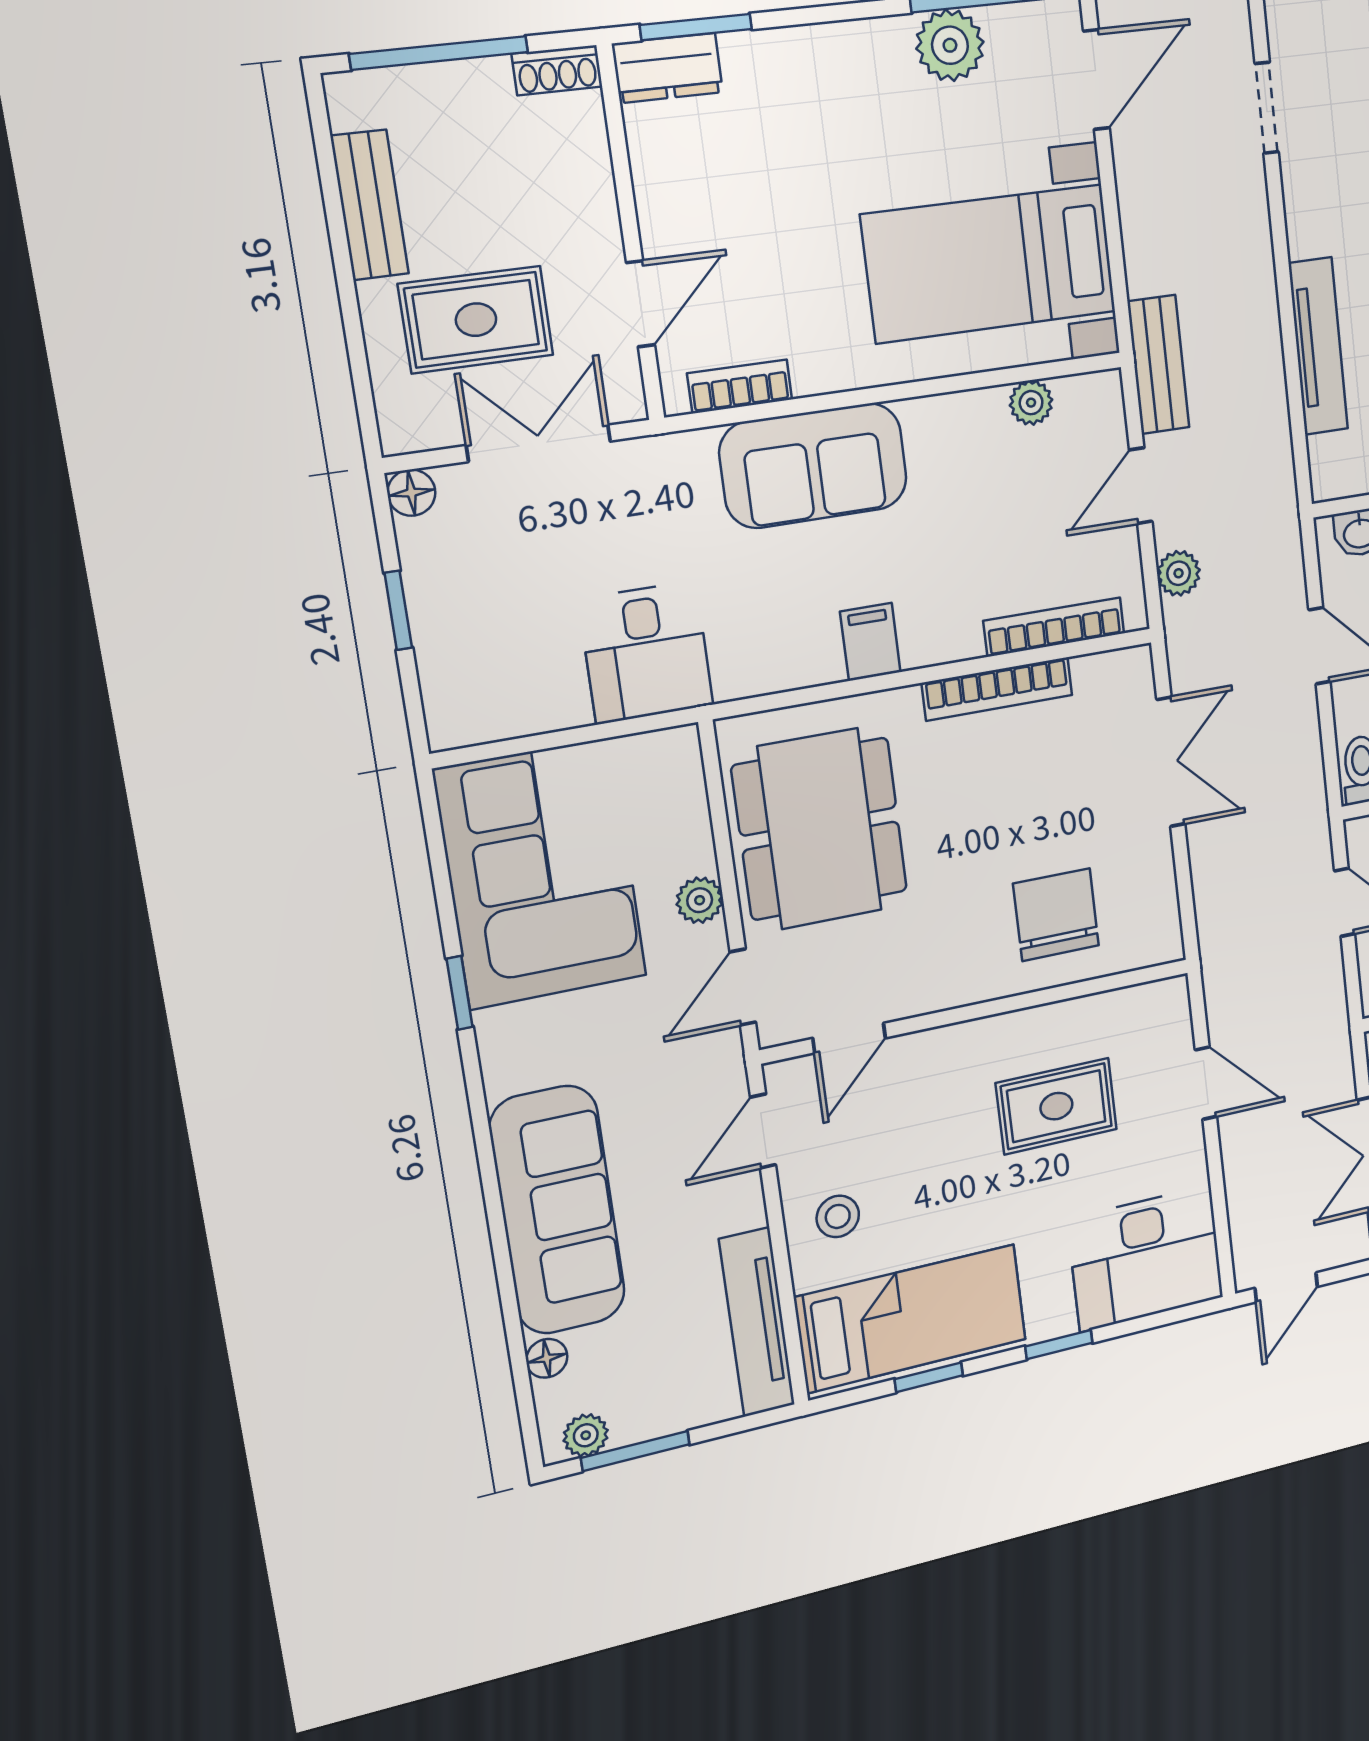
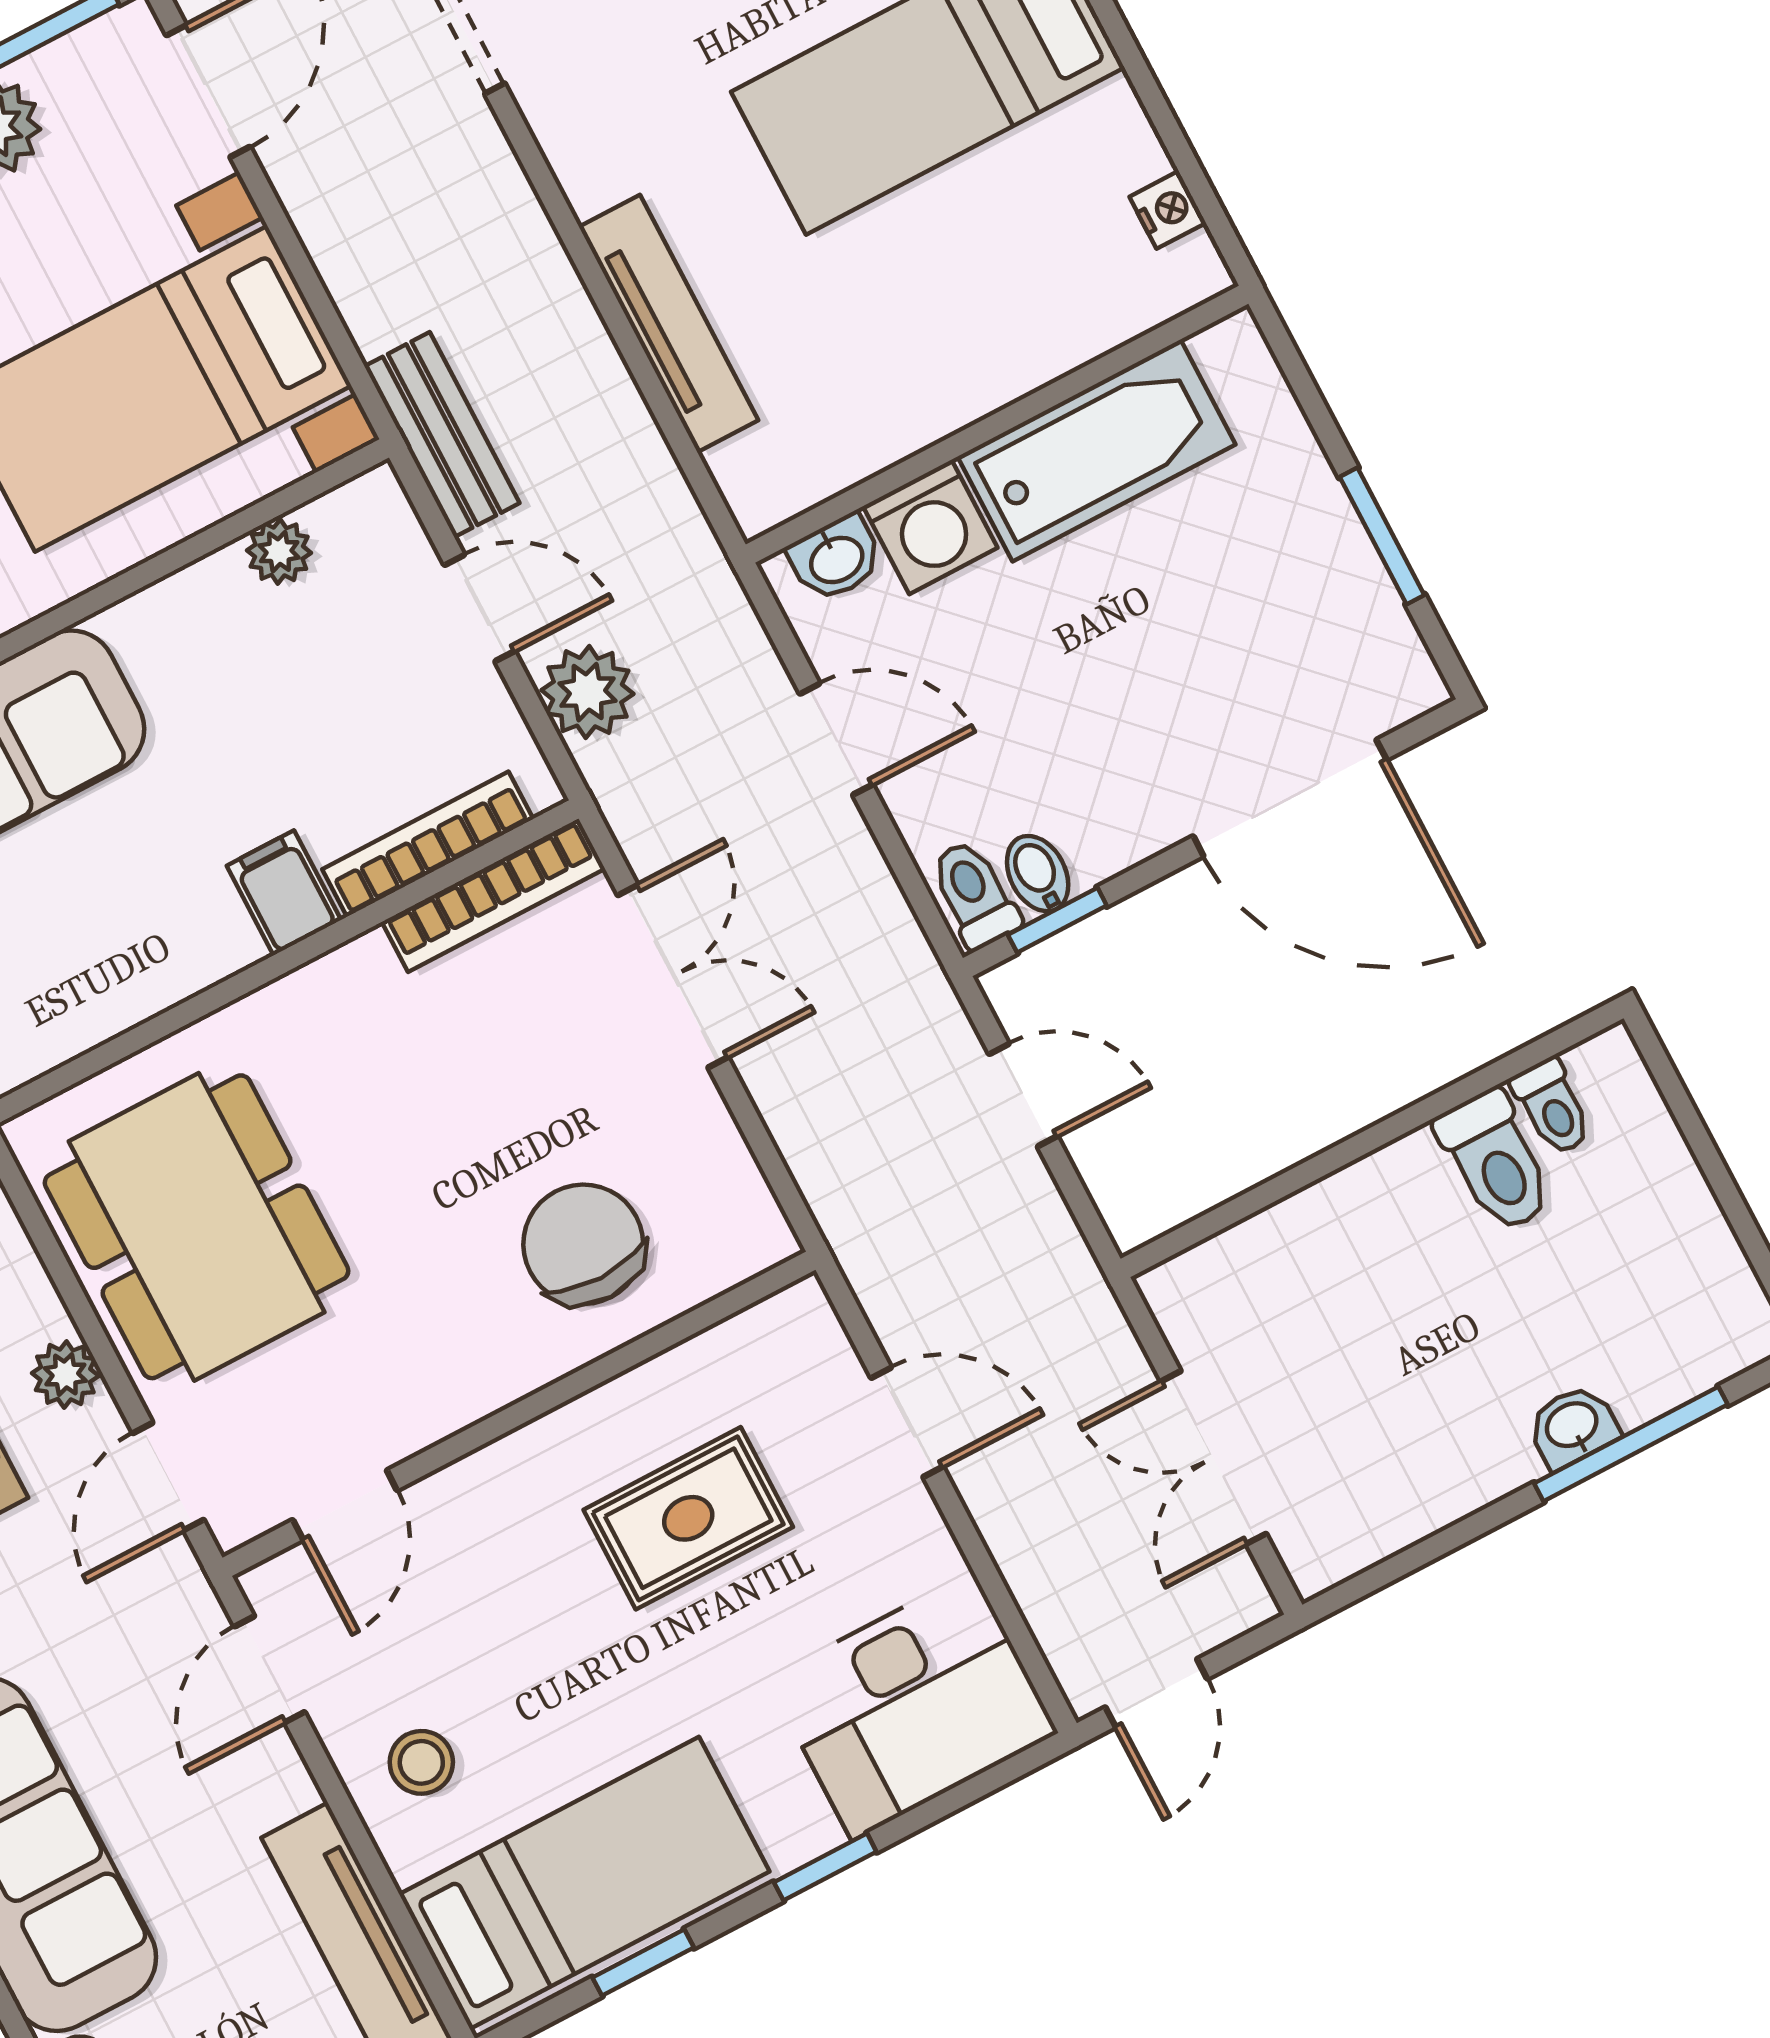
door: (1141, 486) -> (480, 608), swing flipped
plant: (1179, 573) -> (588, 692), width x1.38, depth x1.38
filing cabinet: (870, 642) -> (284, 893), moved
bookcase: (997, 689) -> (493, 895), moved

